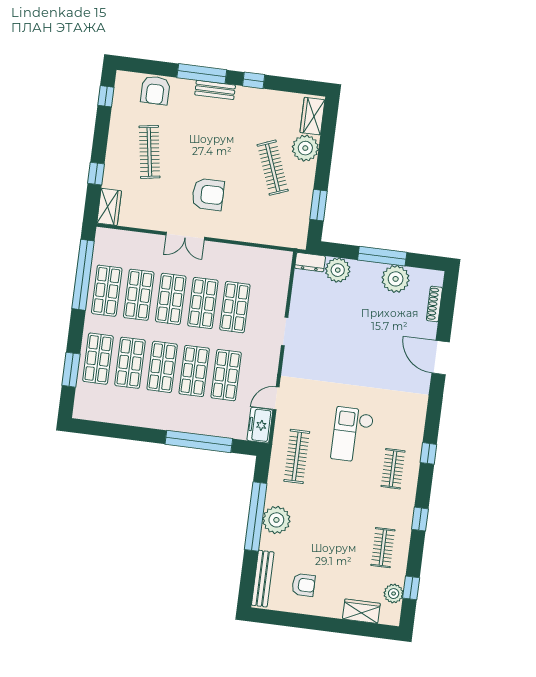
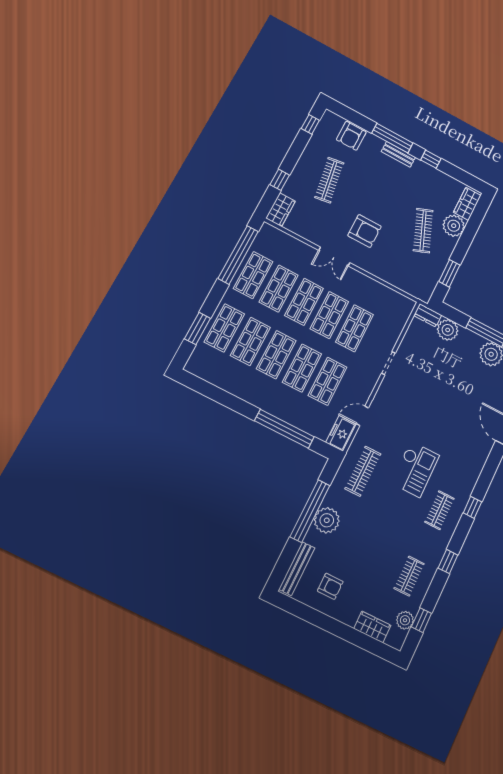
checkout: (352, 435) -> (415, 469), turned 180

